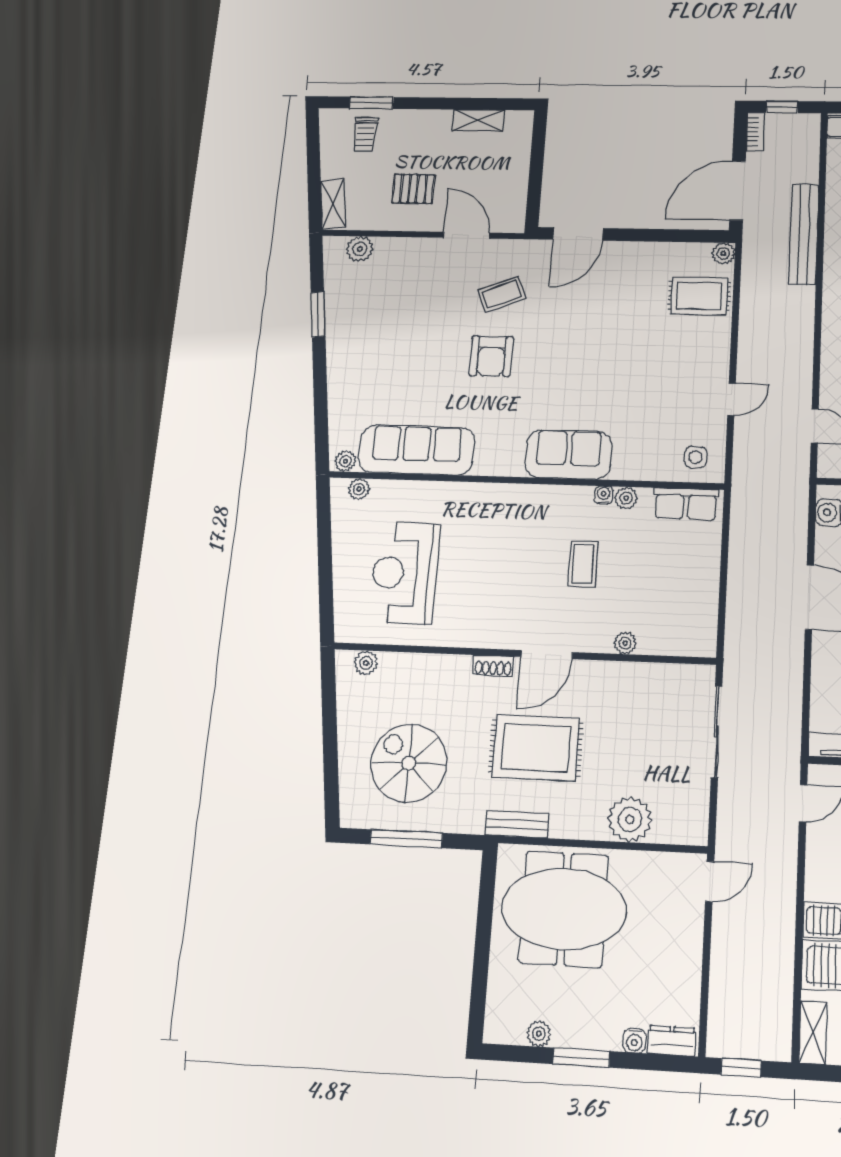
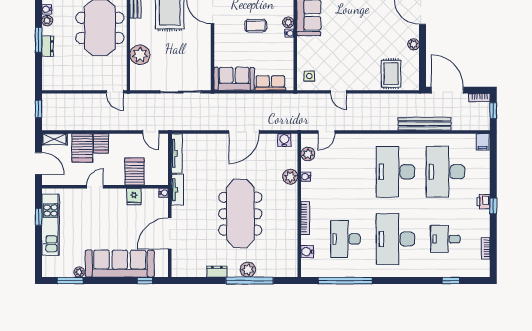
plant: (723, 253) -> (414, 44), moved
plant: (626, 498) -> (288, 22), moved
row of seats: (686, 504) -> (270, 83), moved, turned 90
sofa: (693, 614) -> (234, 79), added
plant: (625, 643) -> (219, 48), removed
water cooler: (634, 1041) -> (47, 9), moved
dresser: (672, 1041) -> (48, 46), moved

